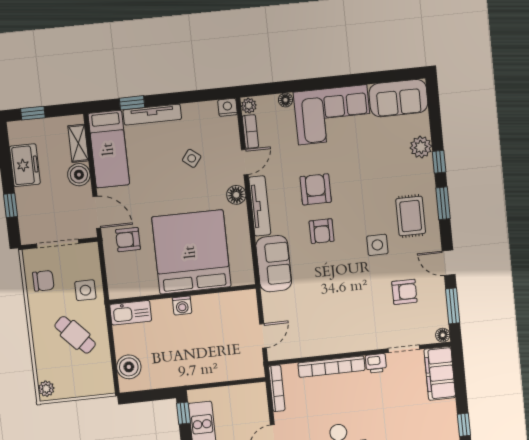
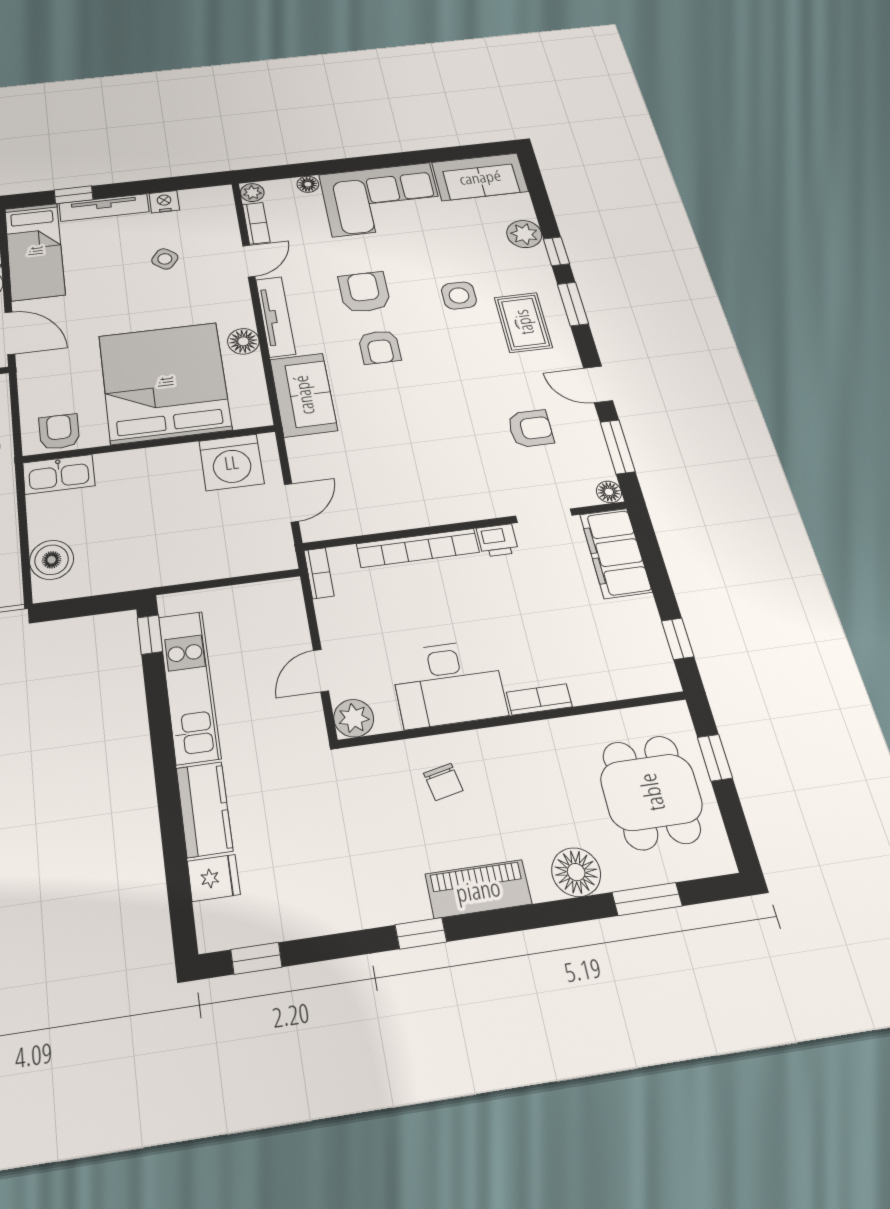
nightstand: (228, 107) -> (164, 202), moved
floor lamp: (236, 195) -> (243, 341), moved
armchair: (128, 240) -> (59, 432), moved, turned 90
side table: (377, 245) -> (459, 296), moved
washing machine: (182, 306) -> (231, 462), moved, width x1.89, depth x1.89
bookcase: (277, 388) -> (319, 573), width x0.64

